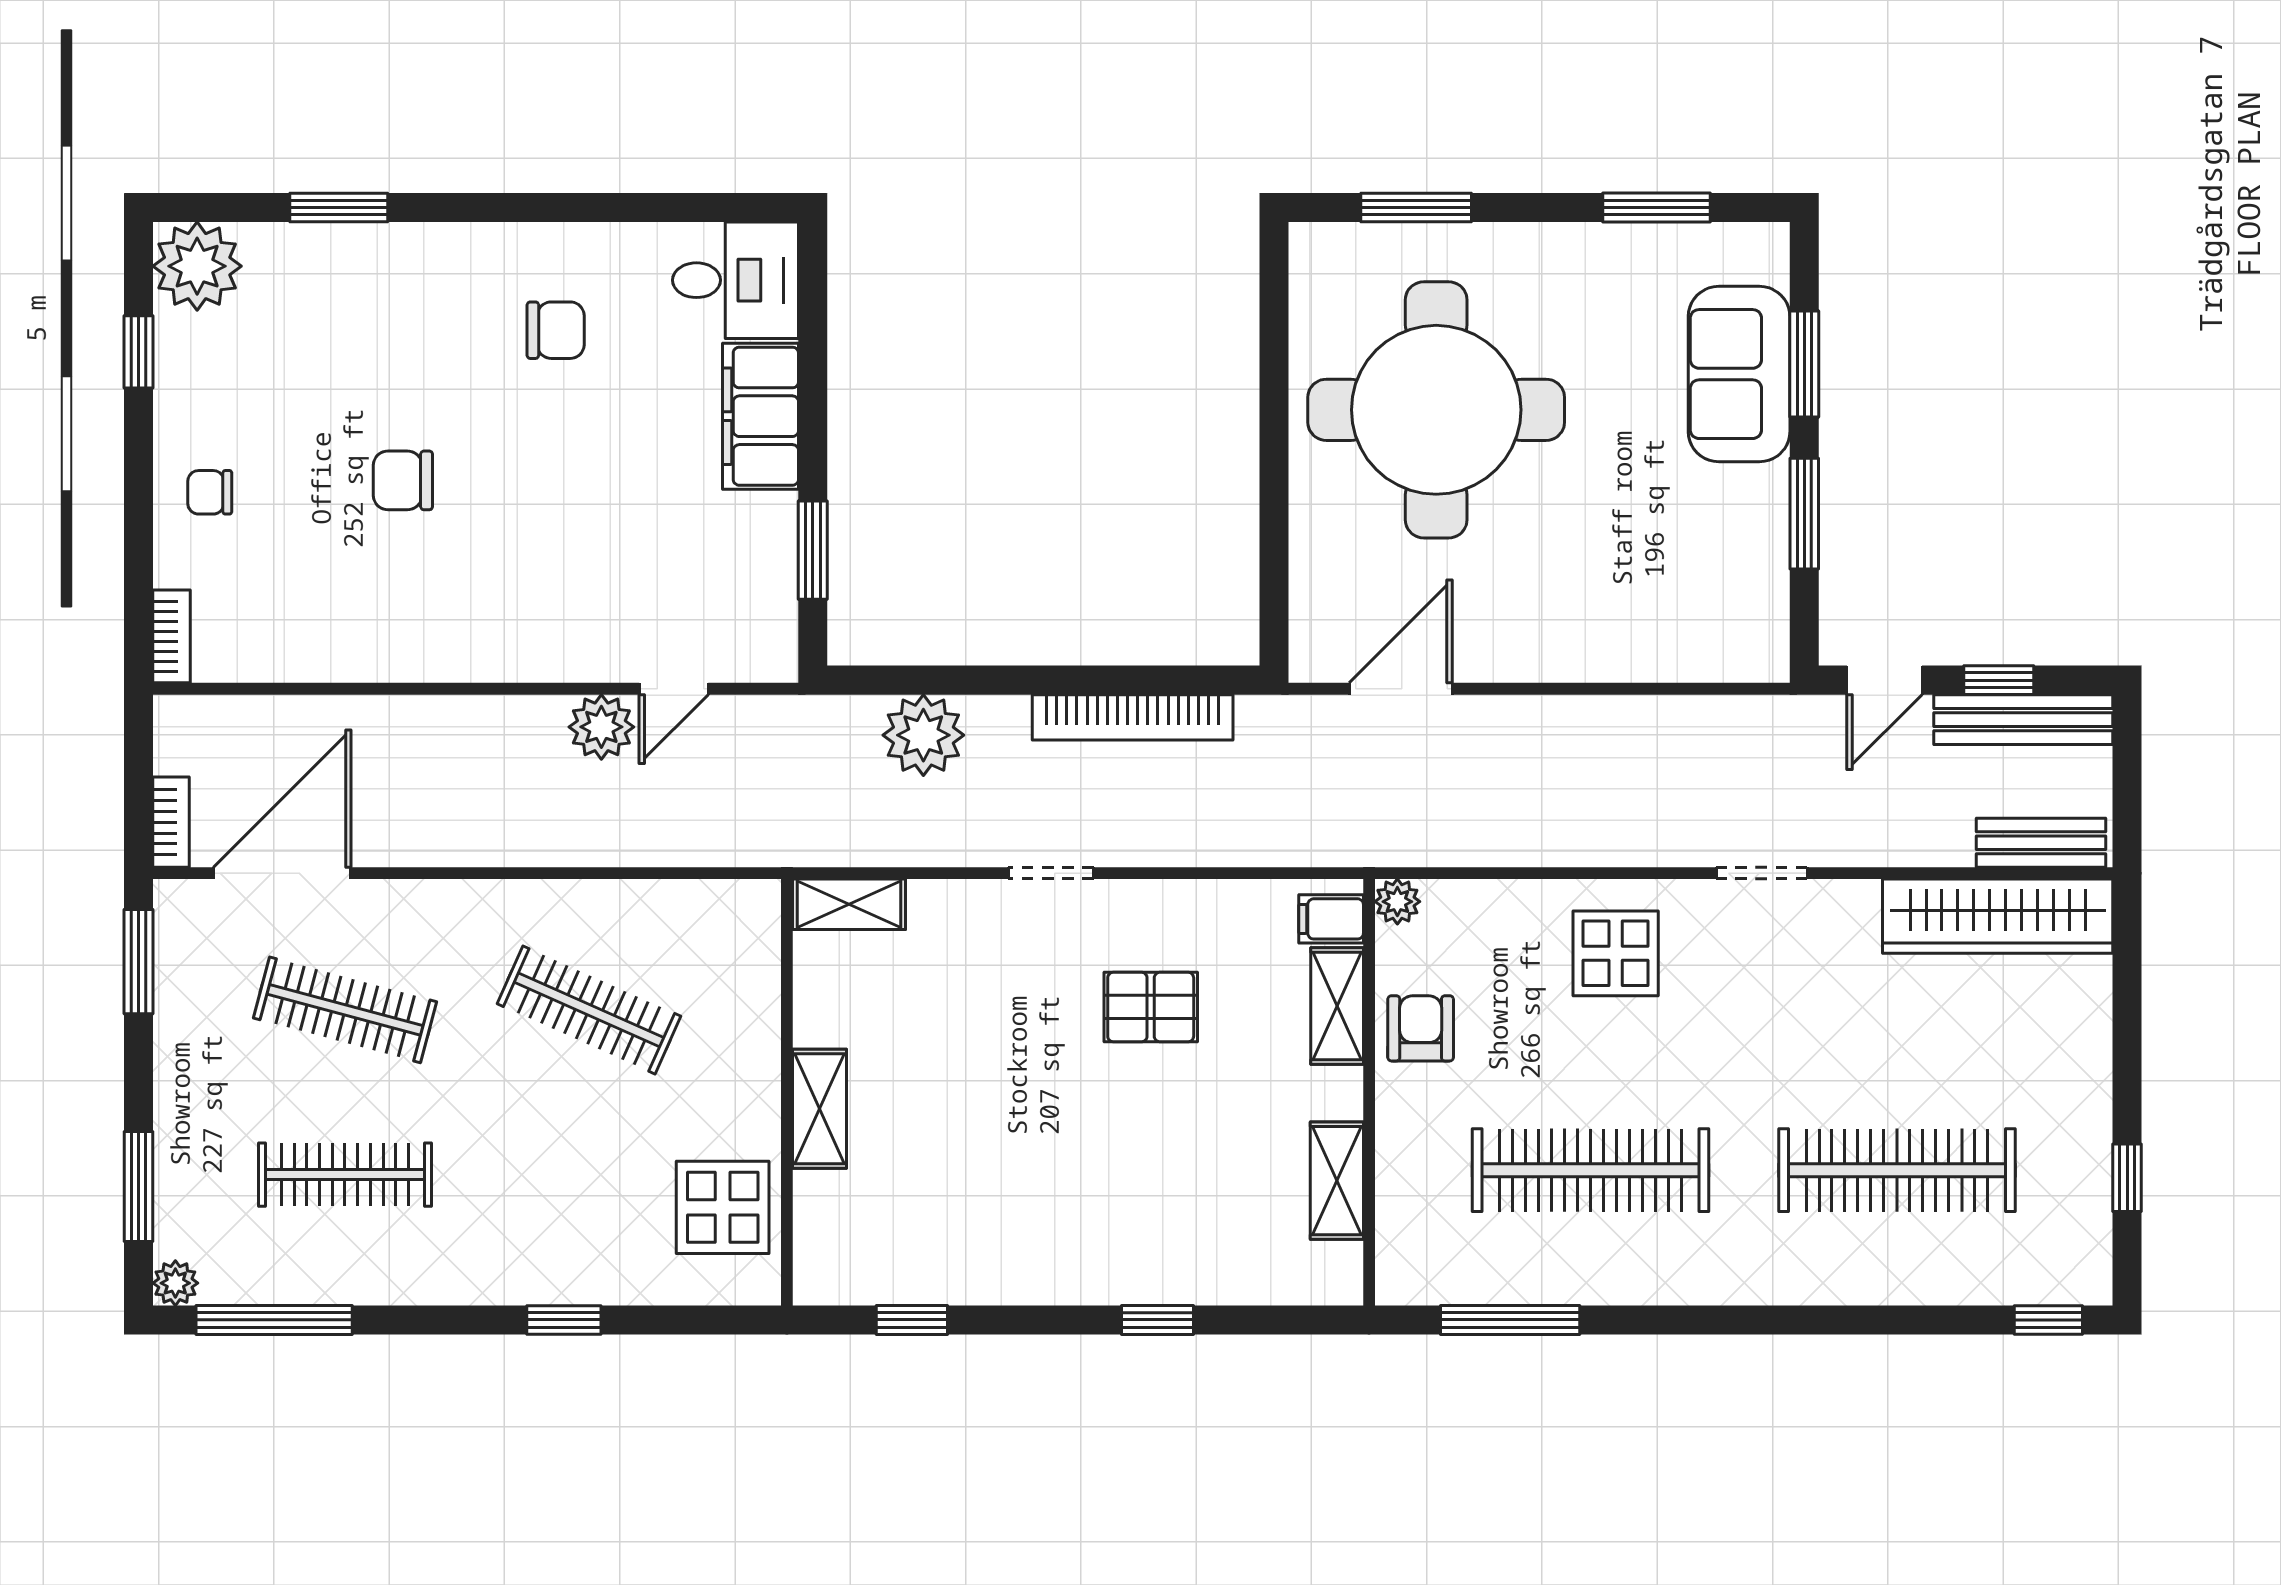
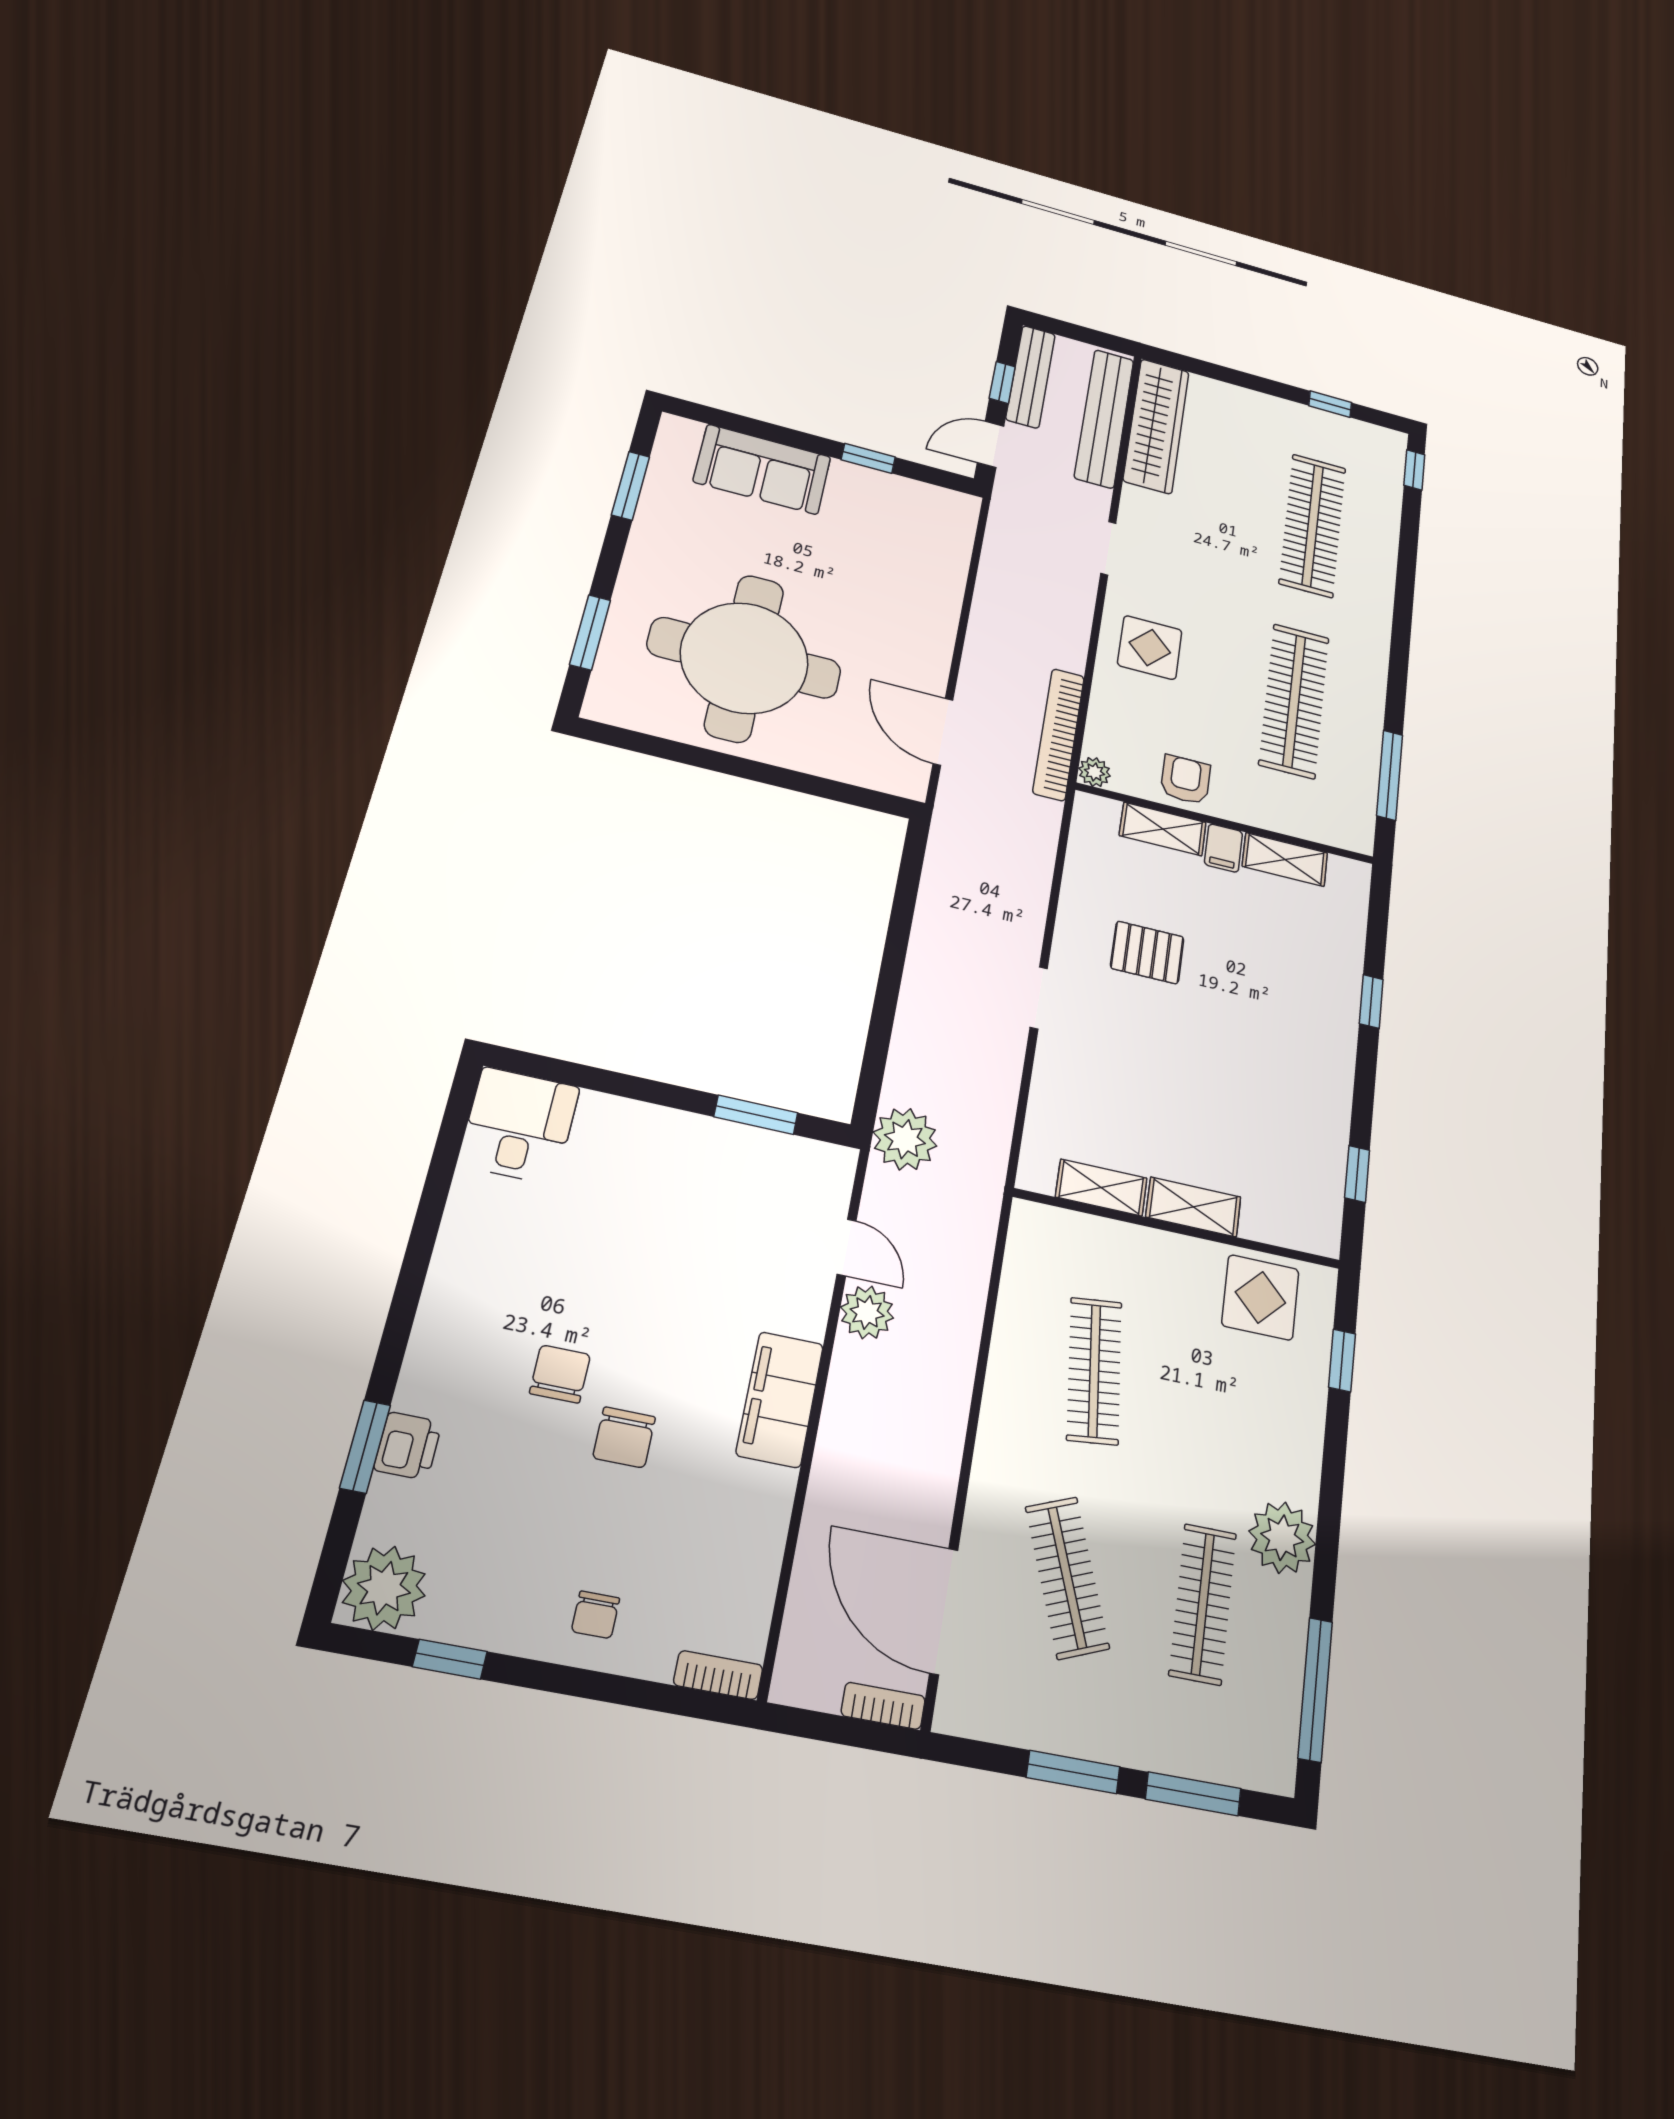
printer: (348, 252) -> (408, 1446), added
chair: (556, 330) -> (560, 1374), moved
window: (1804, 364) -> (764, 430), removed
filing cabinet: (761, 416) -> (780, 1399), moved, turned 90
window: (1804, 514) -> (868, 458), width x0.67
door: (1884, 680) -> (991, 444), swing flipped
bookcase: (1133, 717) -> (1059, 734), moved, turned 180
plant: (923, 735) -> (905, 1139), moved
bench: (2041, 843) -> (1104, 418), width x1.86, depth x1.21
shelving: (849, 904) -> (1101, 1188), moved, turned 90
filing cabinet: (1331, 919) -> (1223, 848), moved
window: (138, 962) -> (1073, 1772), moved
pallet: (1151, 1007) -> (1147, 952), turned 90
clothes rail: (345, 1010) -> (1067, 1577), turned -36
clothes rail: (589, 1010) -> (1094, 1371), turned -30
armchair: (1421, 1028) -> (1185, 780), turned 90
plant: (175, 1283) -> (1282, 1538), moved, width x1.87, depth x1.87
window: (564, 1320) -> (1342, 1361), moved

